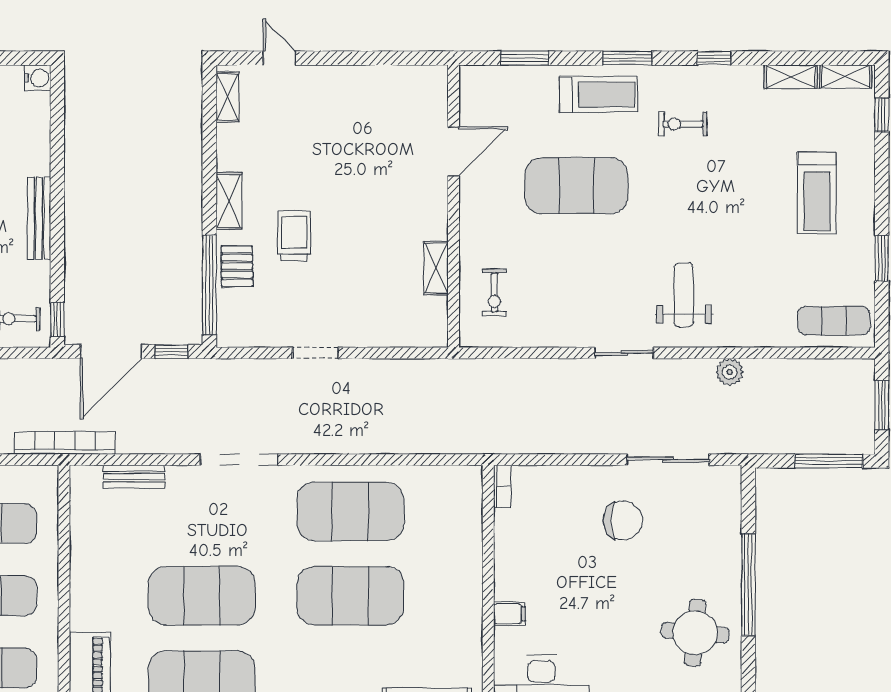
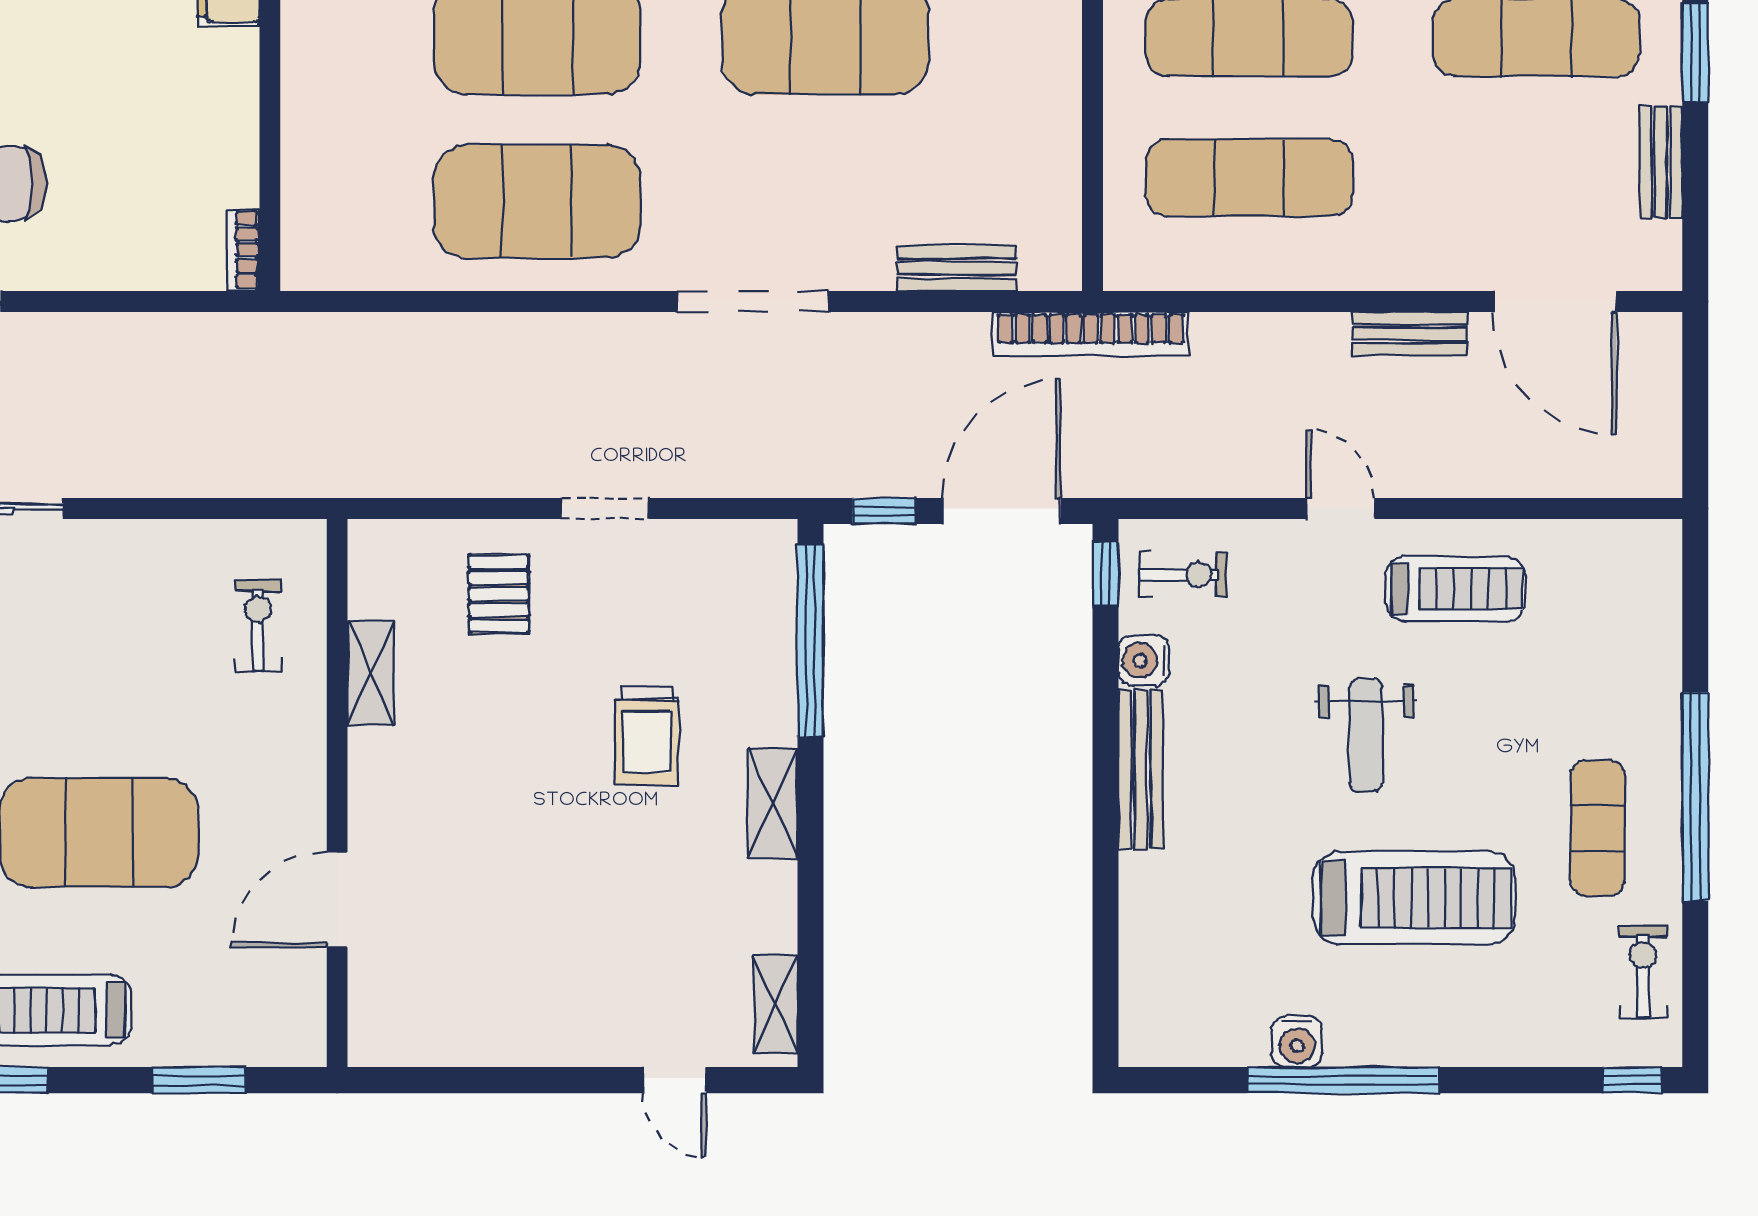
water cooler: (37, 78) -> (1144, 660), moved
pallet: (237, 266) -> (499, 594), moved

